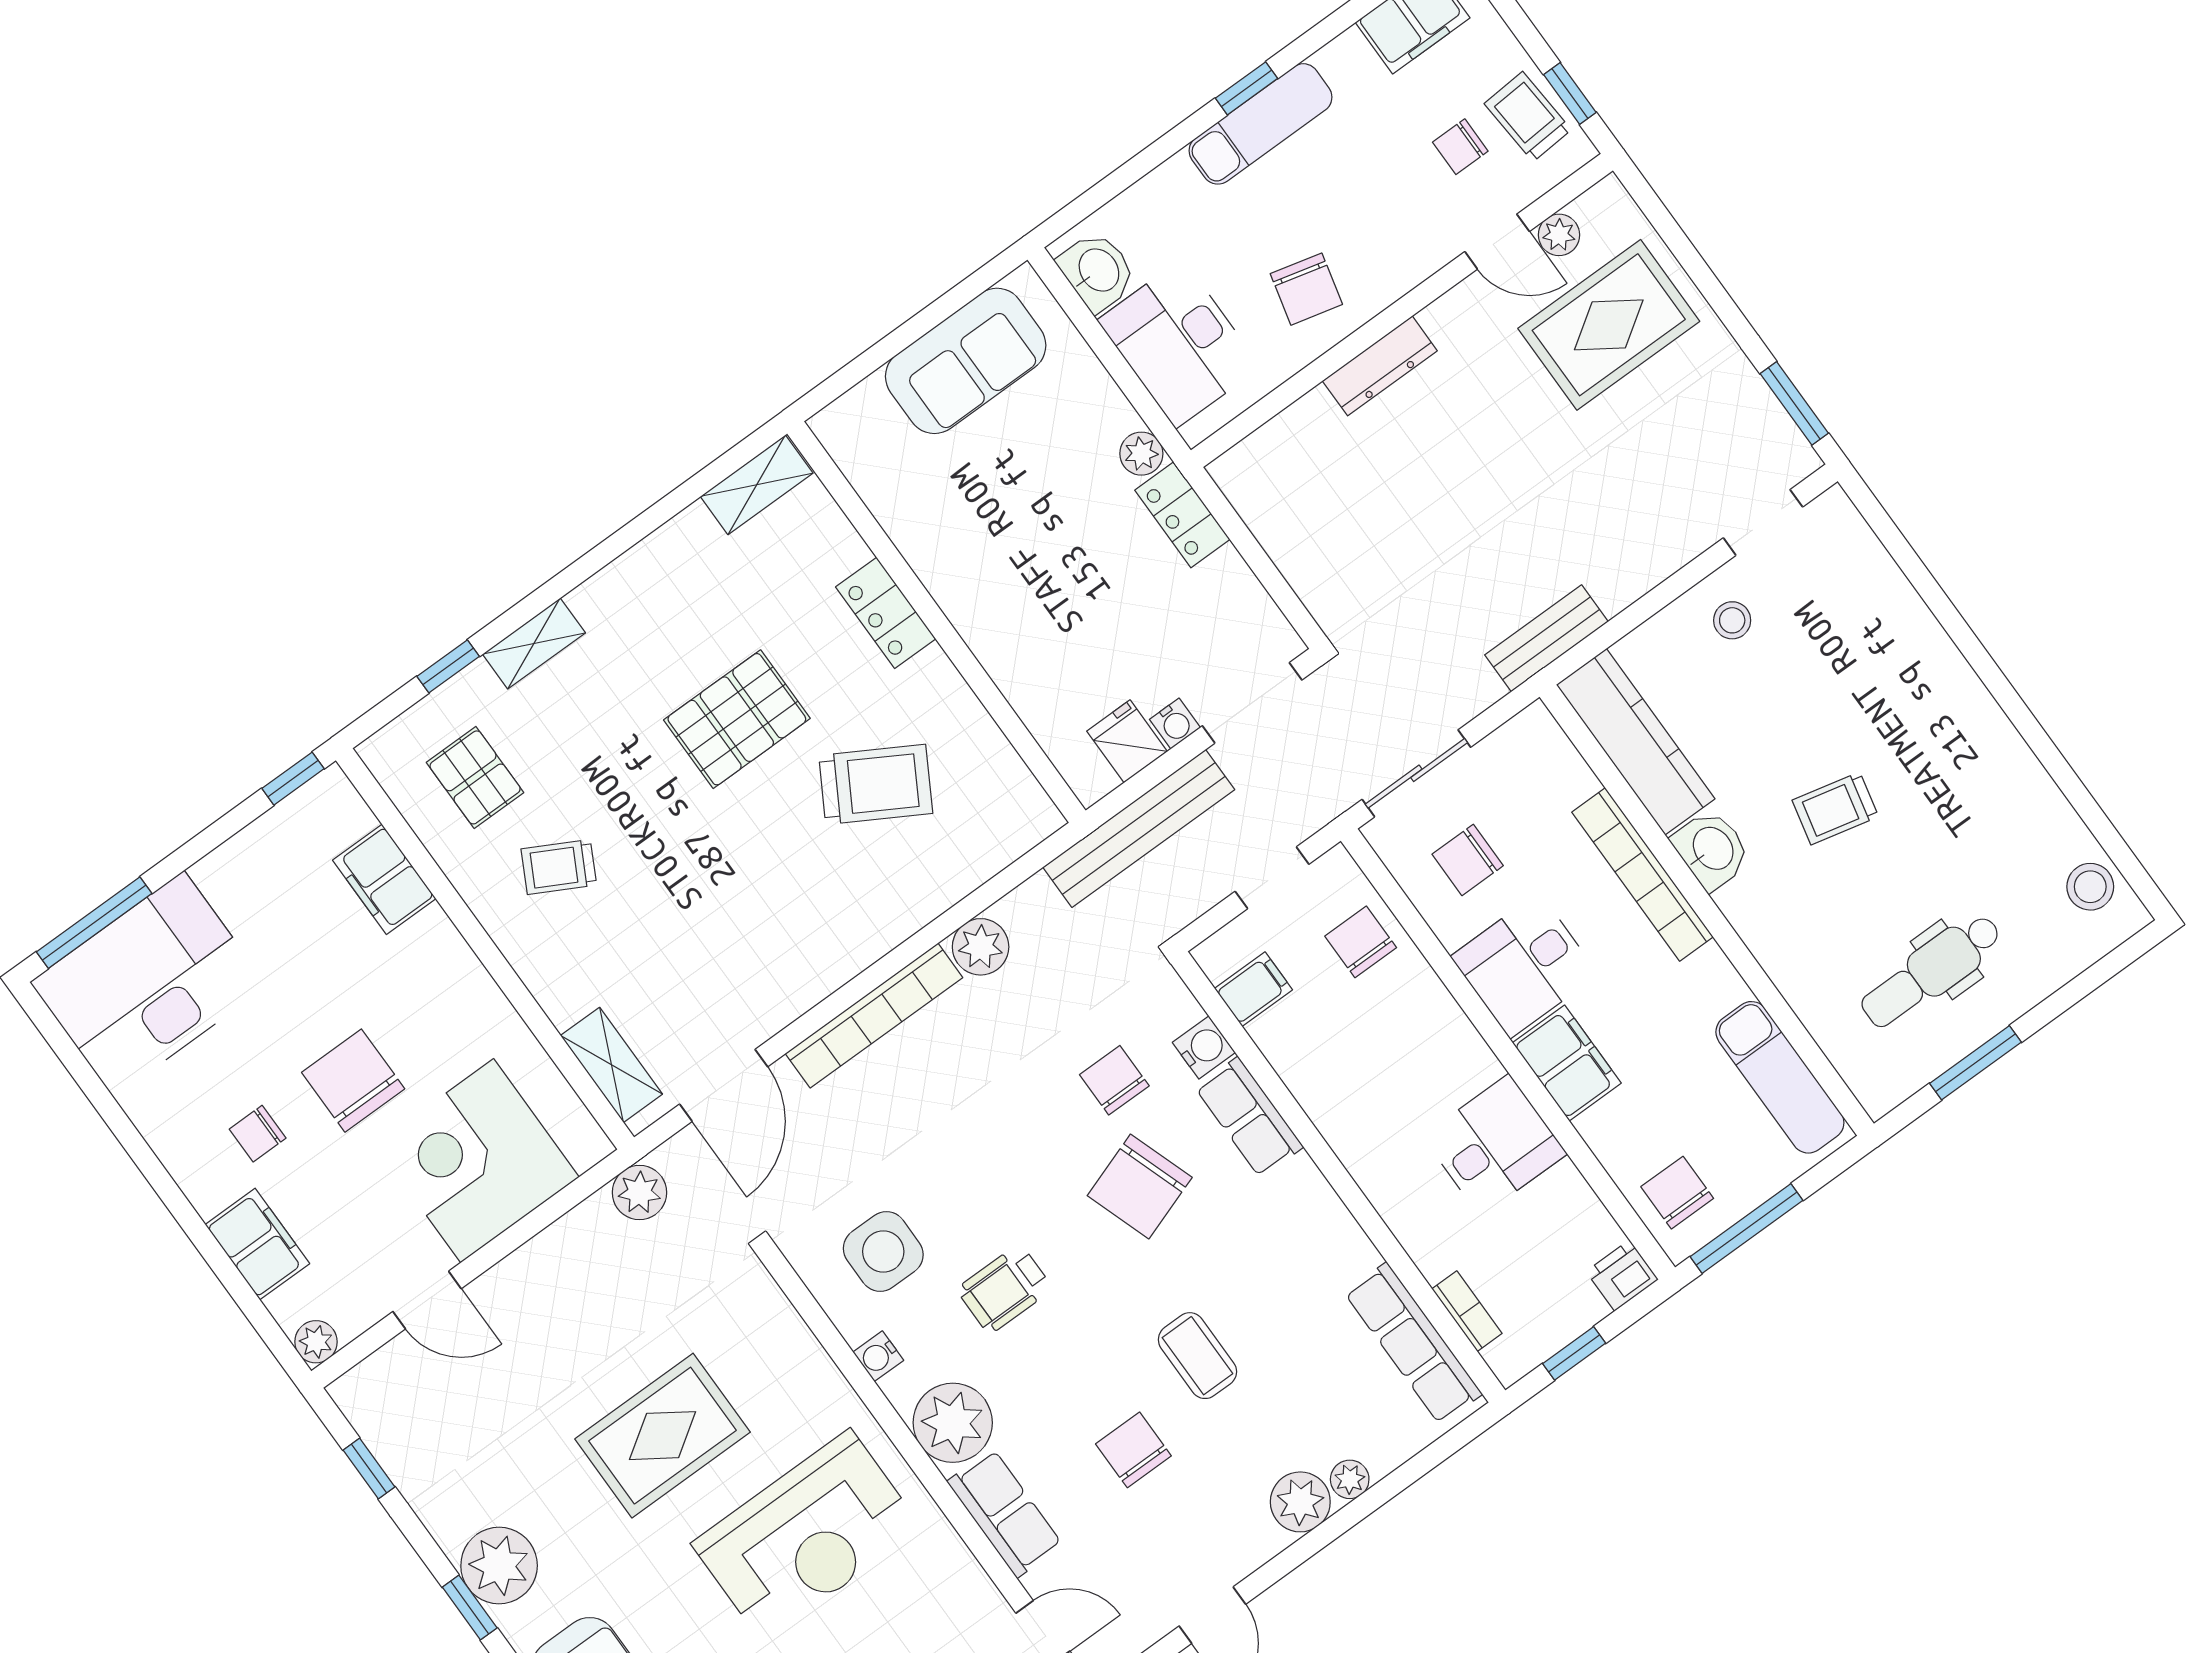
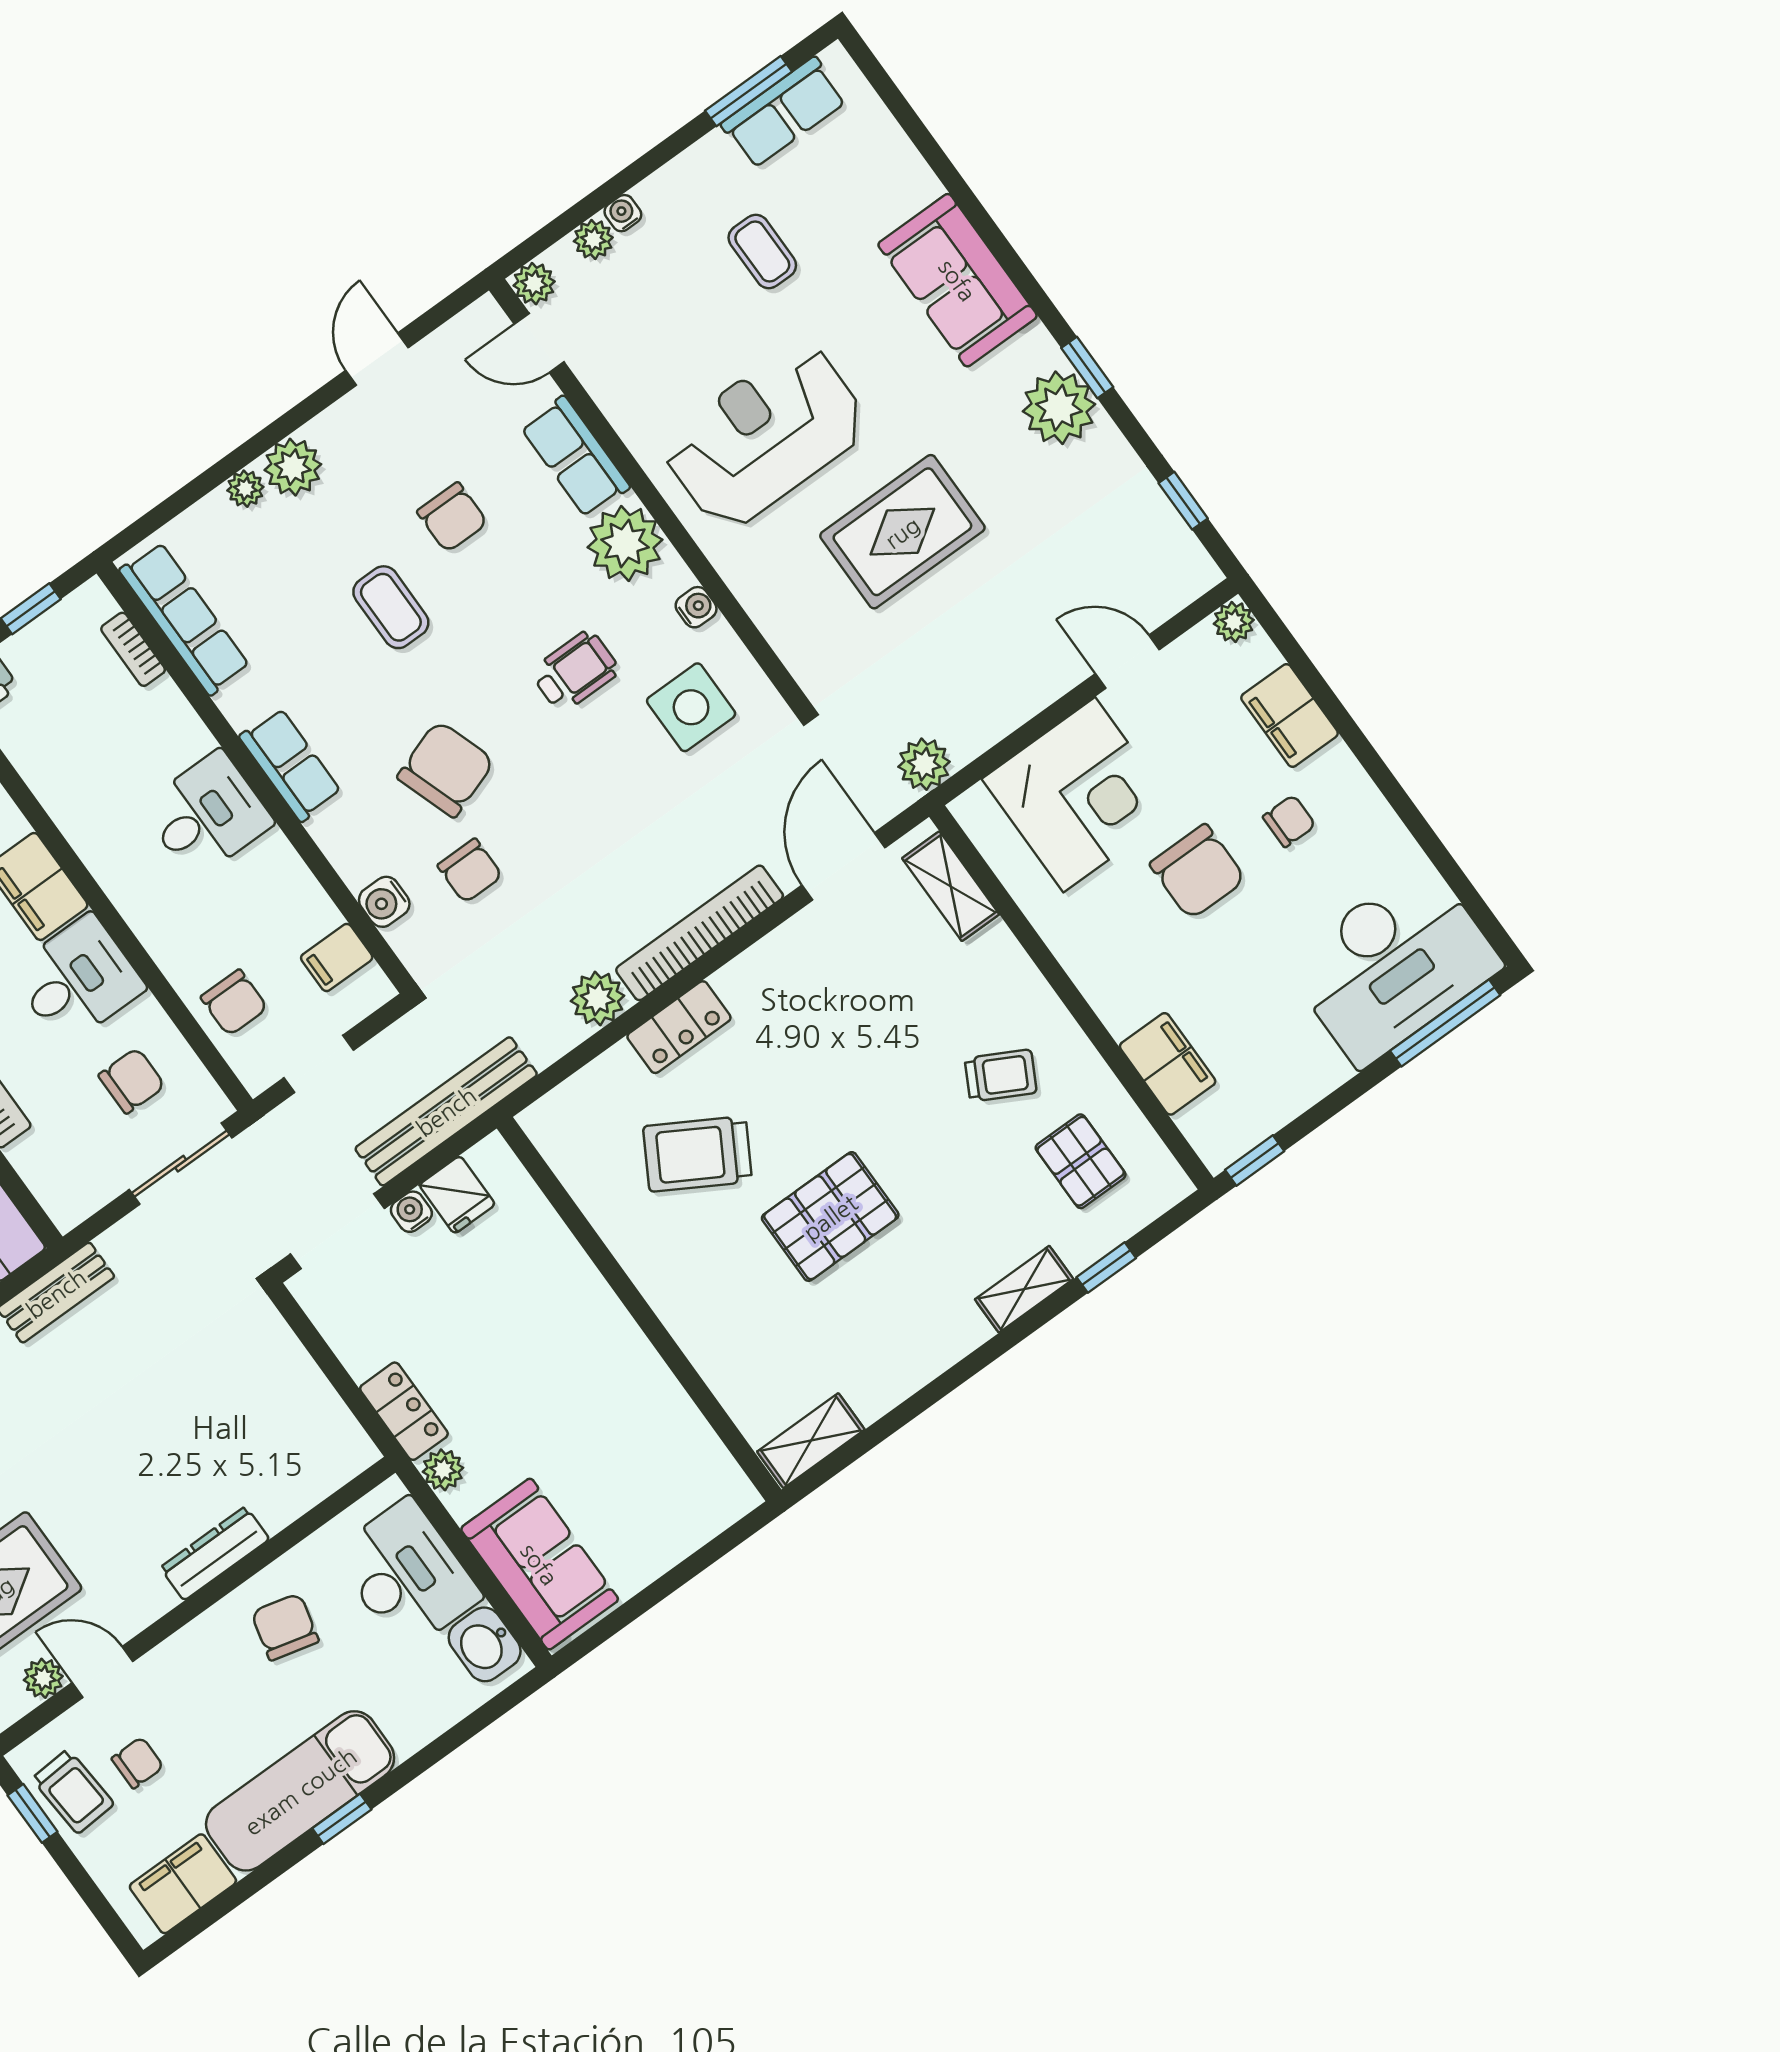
exam couch: (1261, 124) -> (300, 1791), width x1.36, depth x1.45
sofa: (966, 361) -> (540, 1564), moved, turned 90
locker: (886, 613) -> (679, 1027), moved, turned 90
row of seats: (1249, 1117) -> (290, 765), moved
desk: (1495, 1145) -> (207, 815), moved, turned 180

